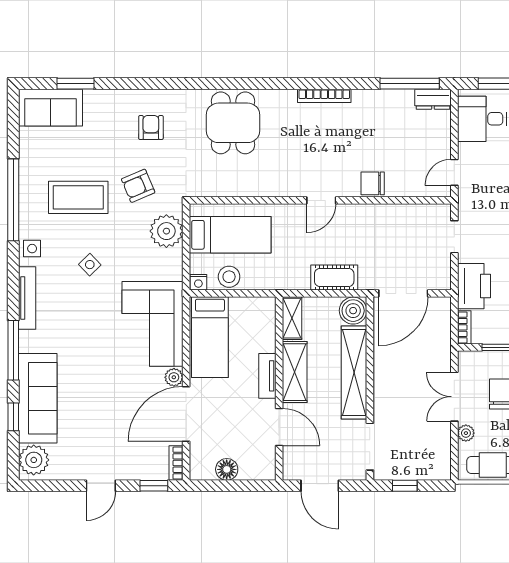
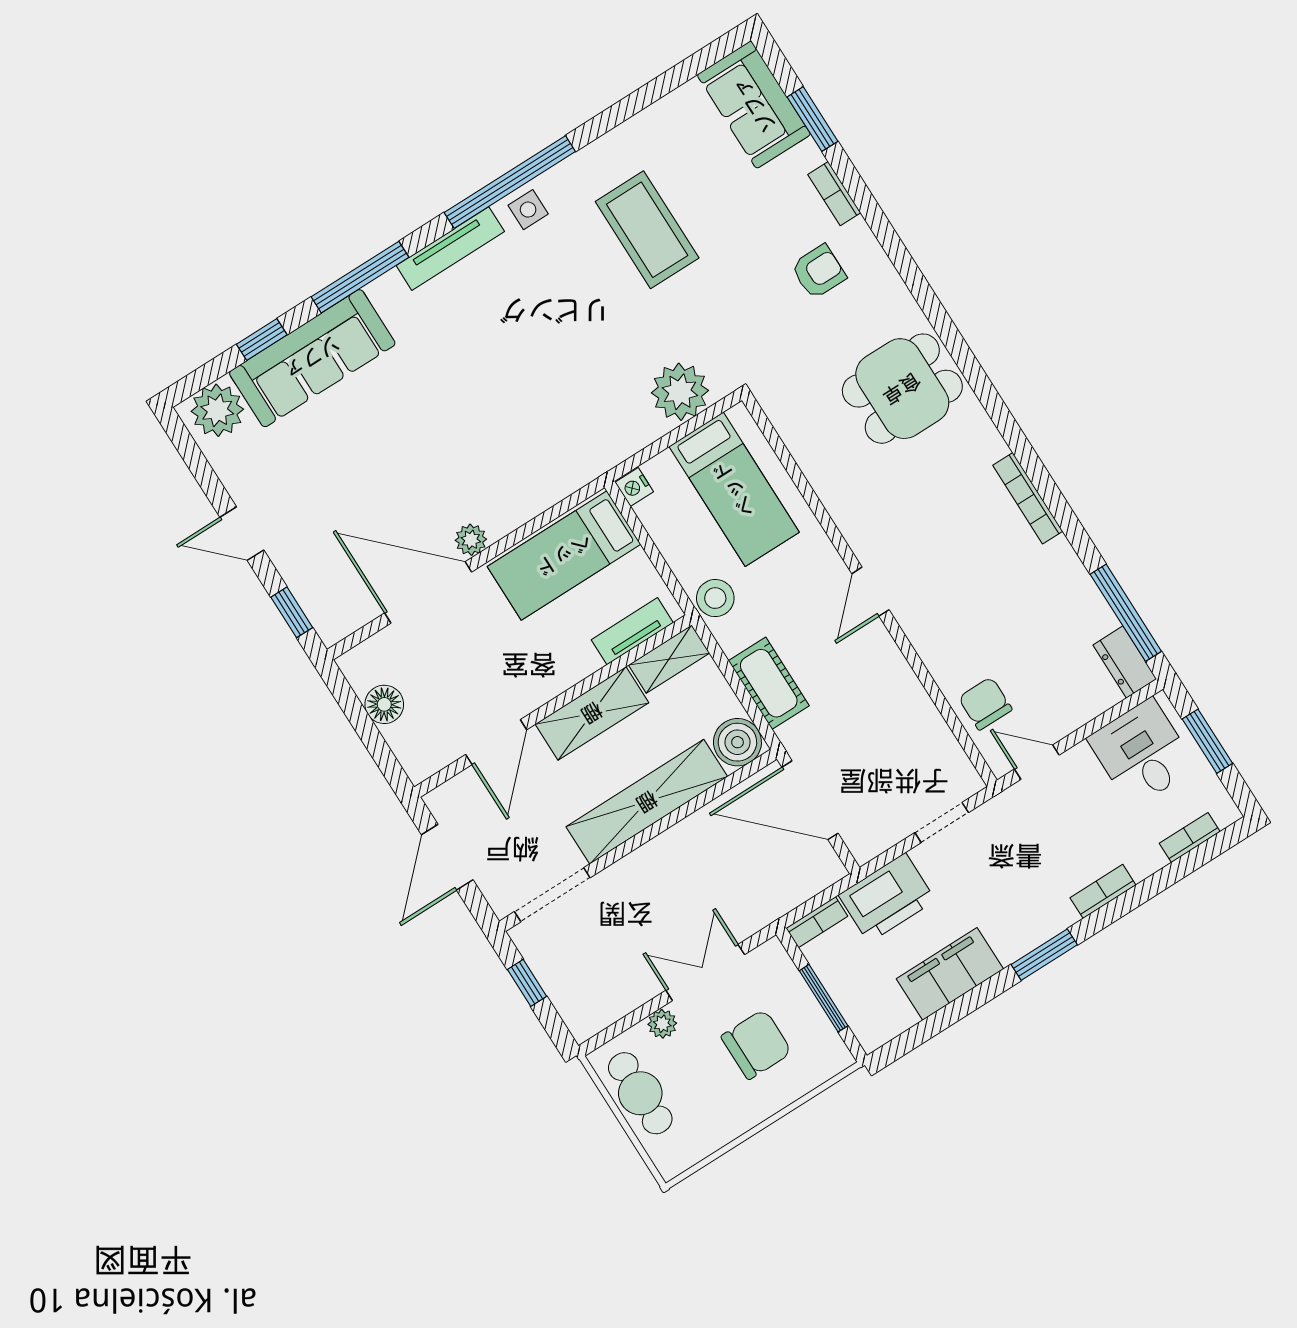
chair: (373, 183) -> (985, 704), moved
armchair: (138, 186) -> (720, 307), removed
window: (13, 200) -> (510, 182), moved
door: (321, 200) -> (870, 592), hinge flipped
side table: (90, 265) -> (559, 310), removed
stool: (229, 277) -> (715, 598), moved
corner sofa: (153, 324) -> (530, 458), removed
tv unit: (267, 376) -> (632, 631), moved
bookcase: (176, 463) -> (834, 194), moved, turned -90

